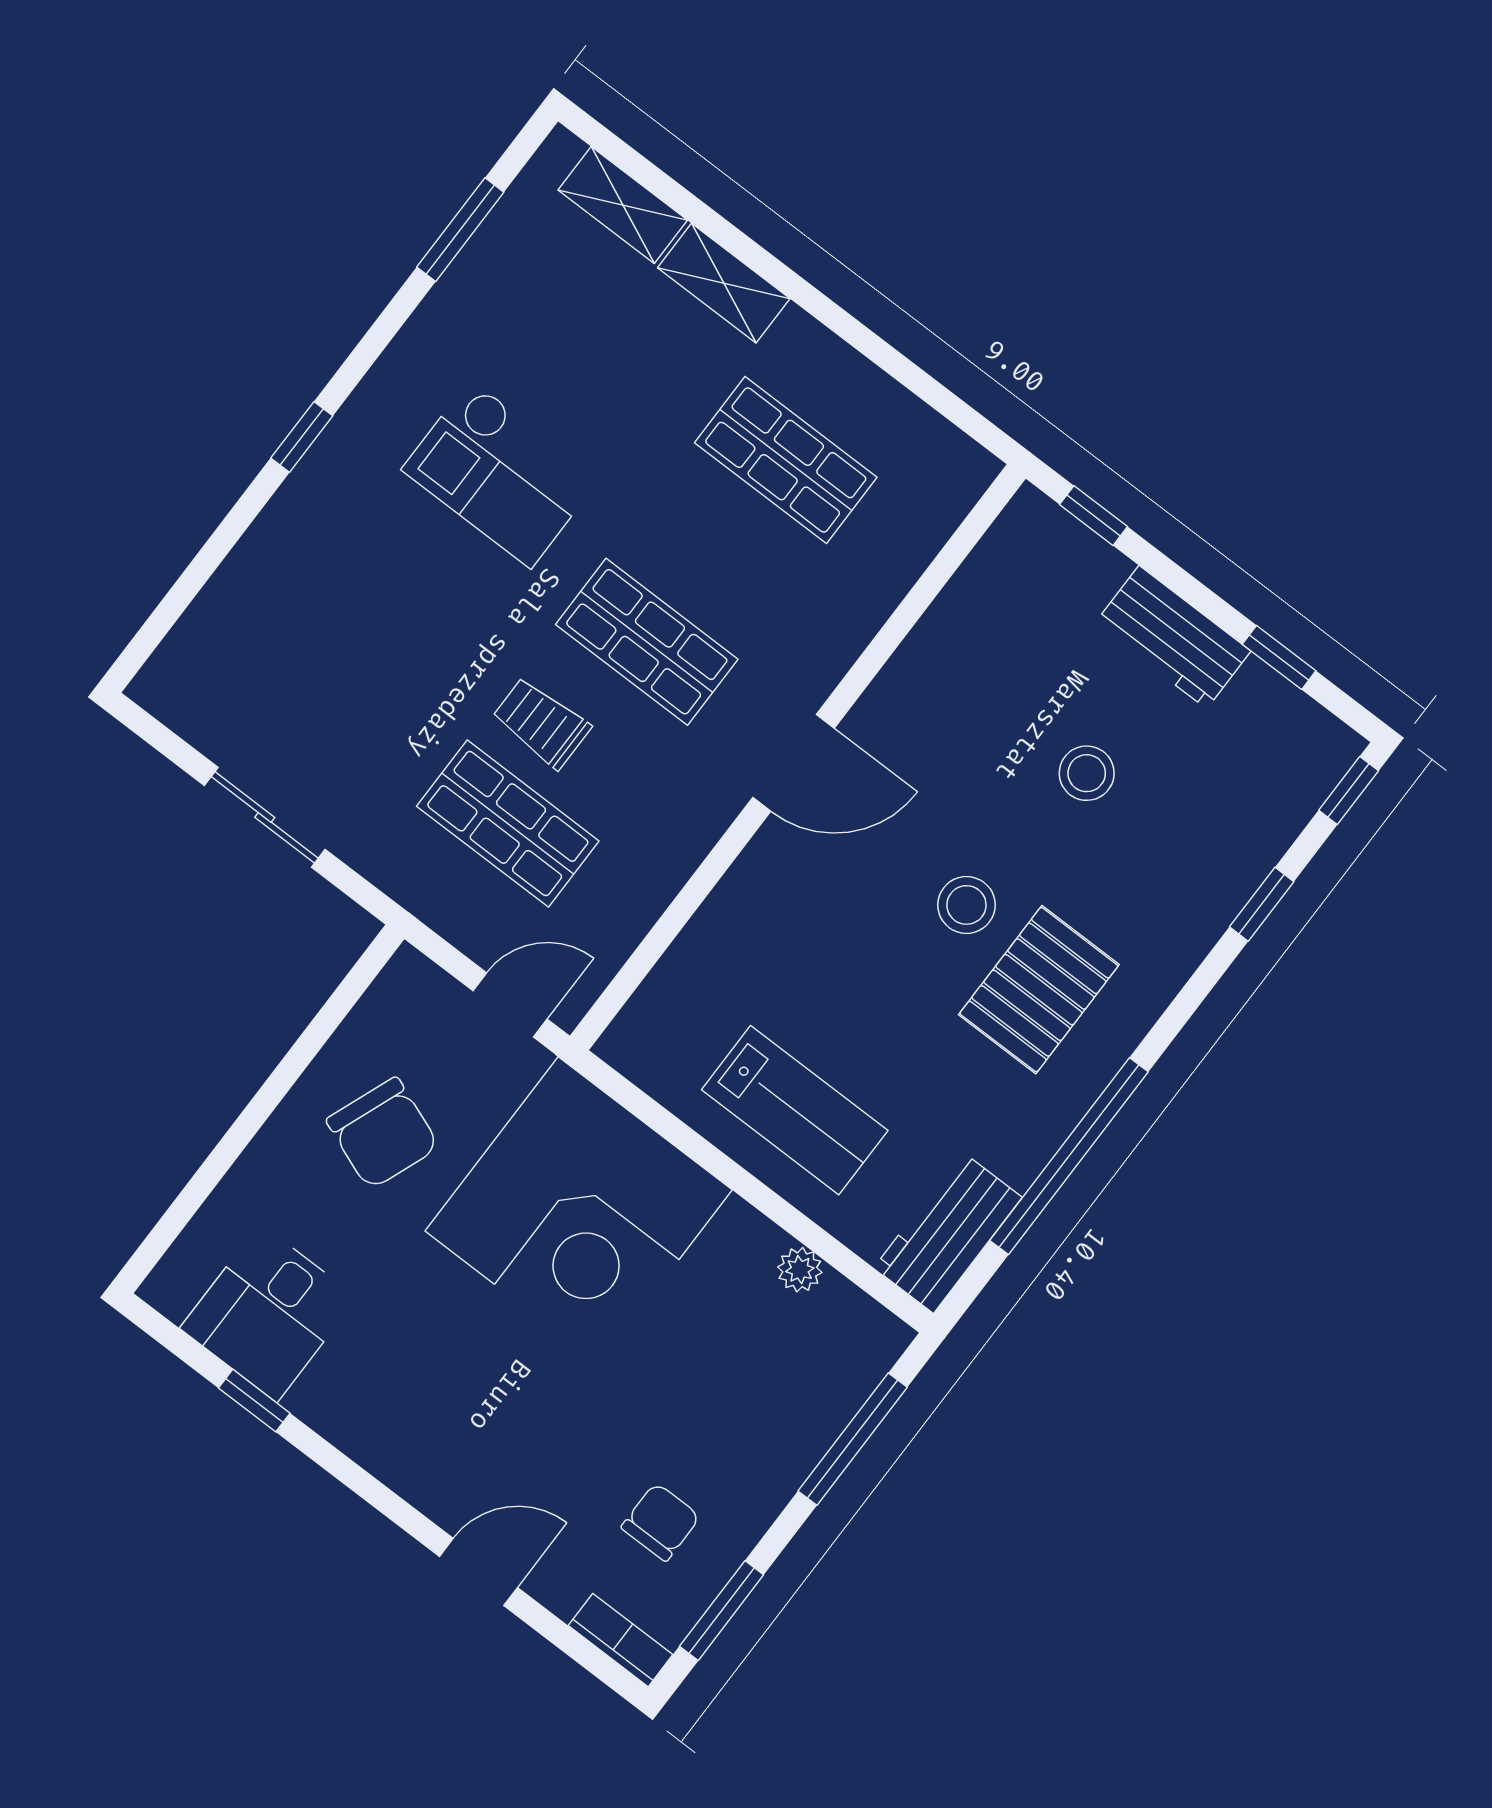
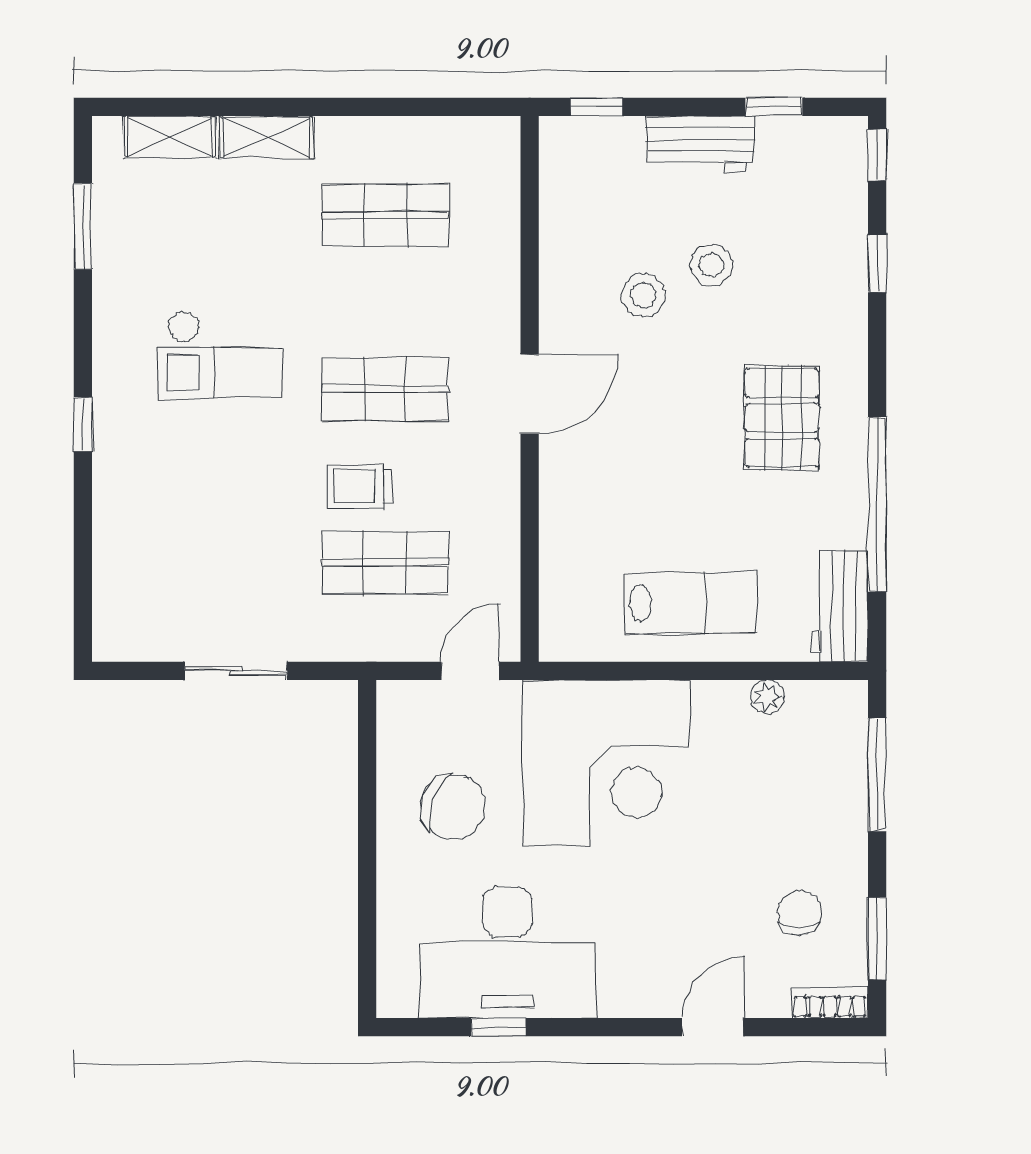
stool: (966, 905) -> (644, 295), moved
desk: (269, 1313) -> (507, 953), width x1.87, depth x1.30

